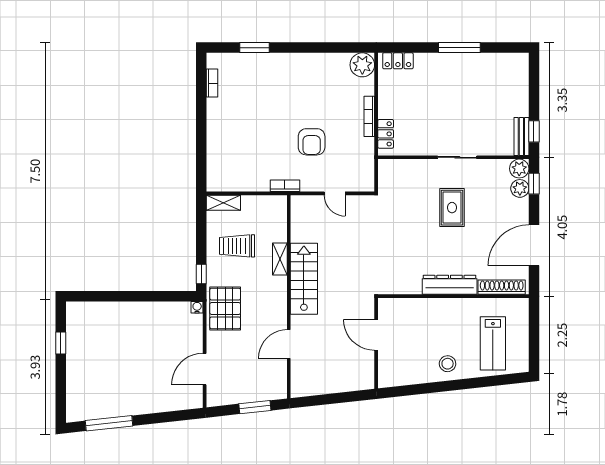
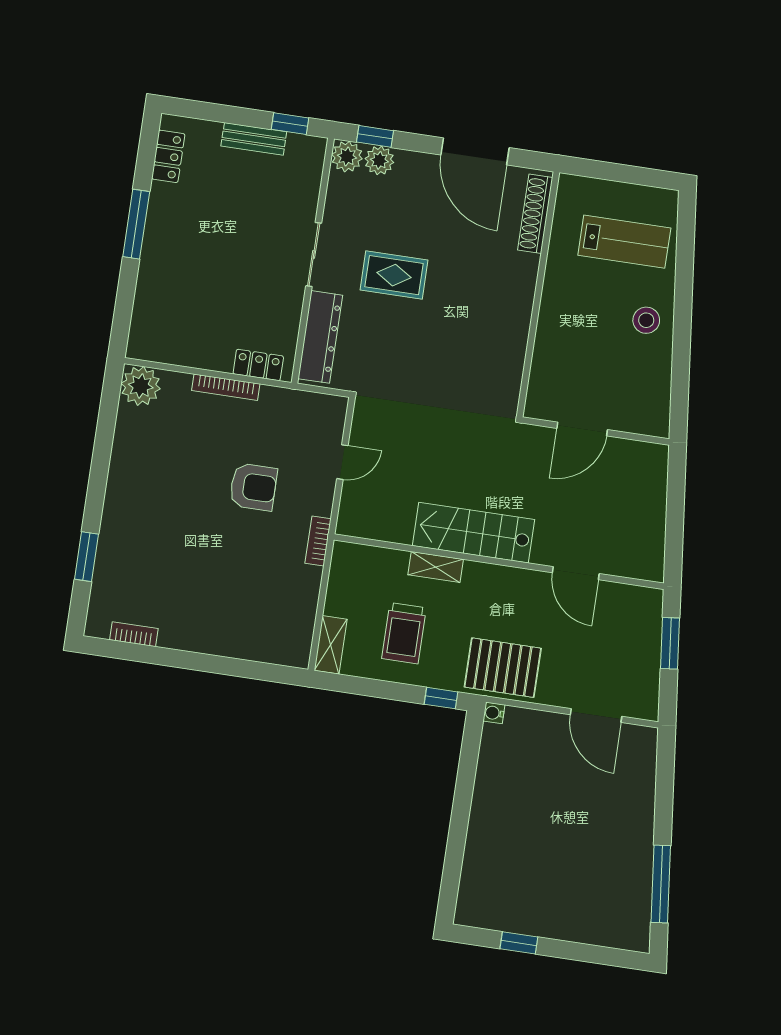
locker: (398, 61) -> (168, 156), moved
bench: (521, 136) -> (254, 139), moved
dresser: (450, 285) -> (320, 337), moved, turned 180

